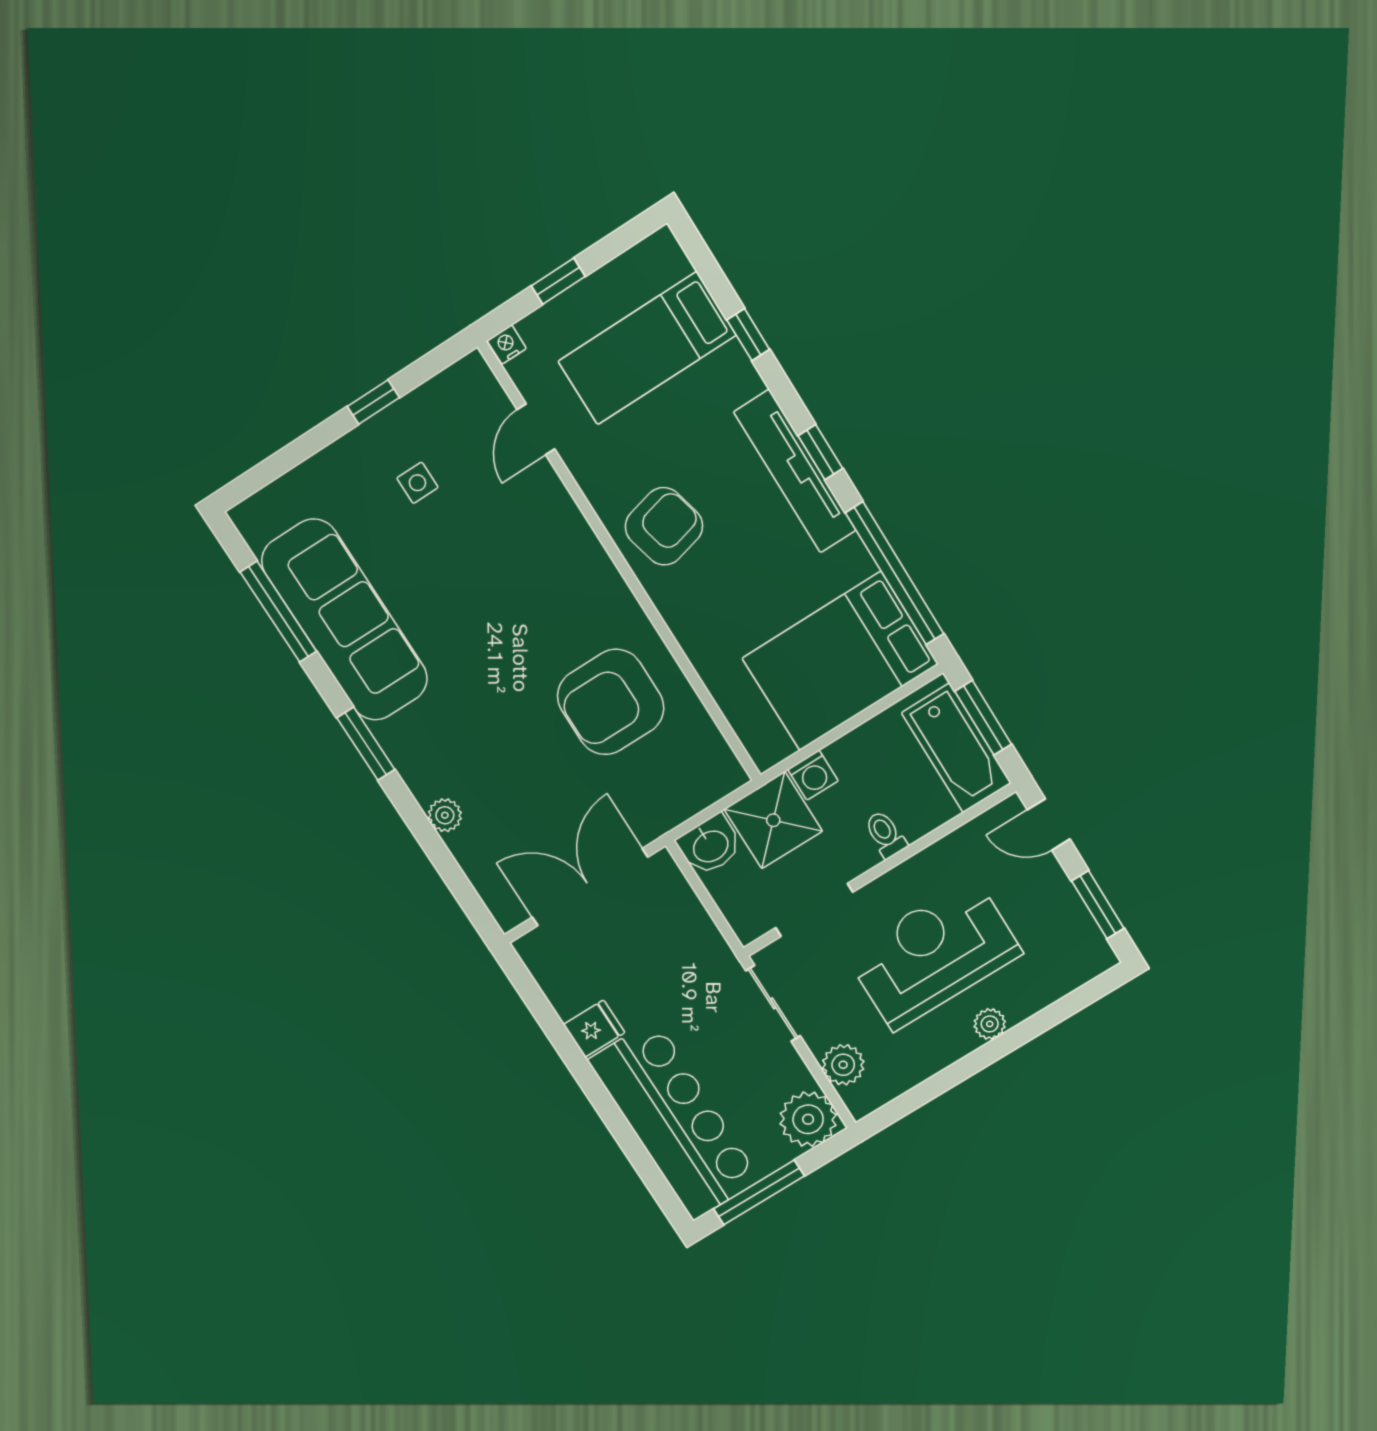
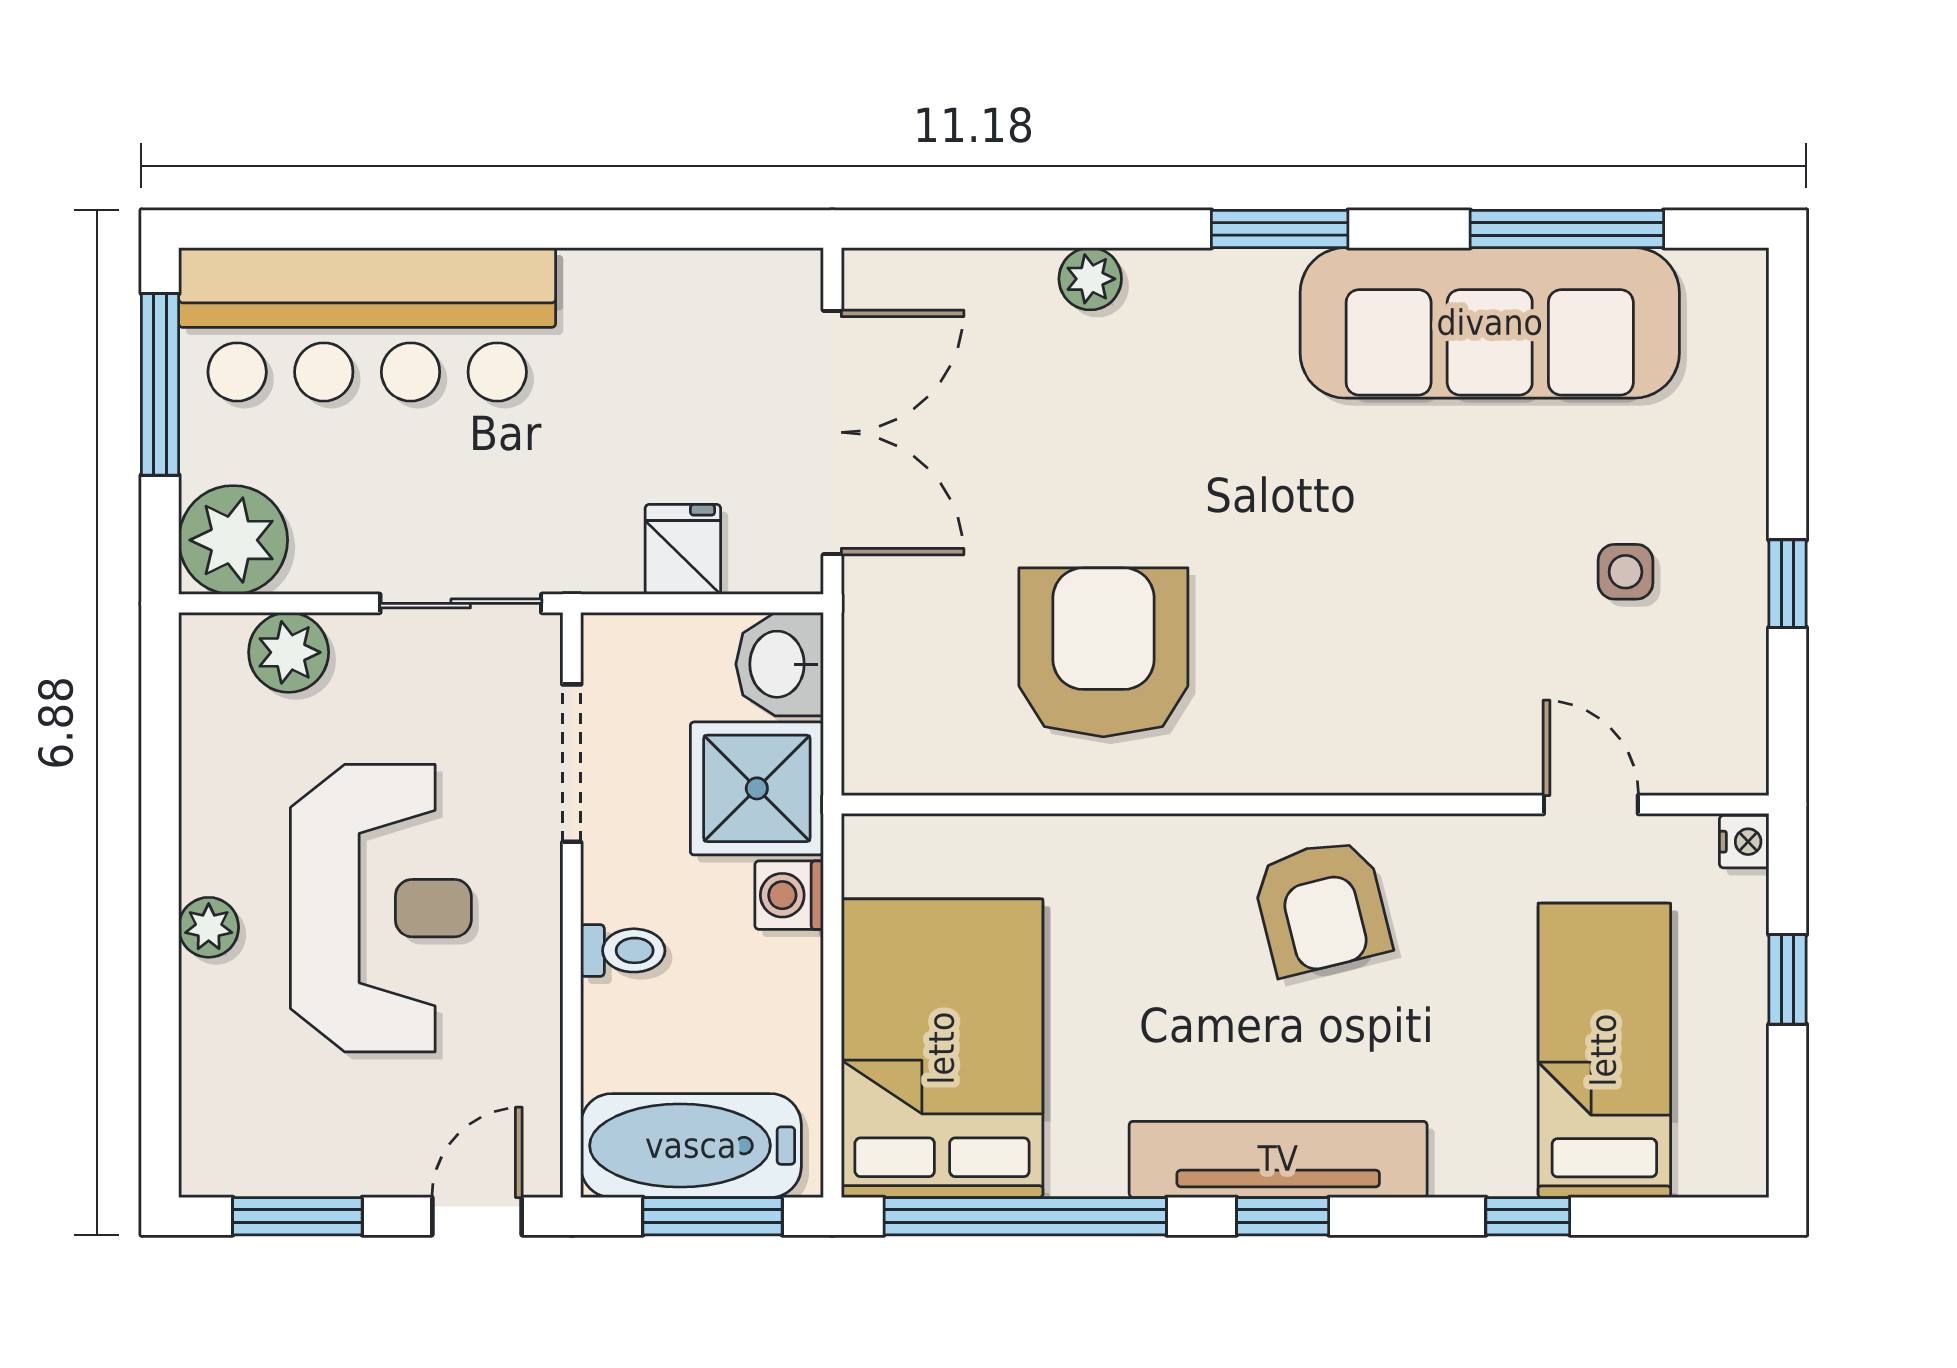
fridge: (594, 1029) -> (683, 549), moved, turned 180

